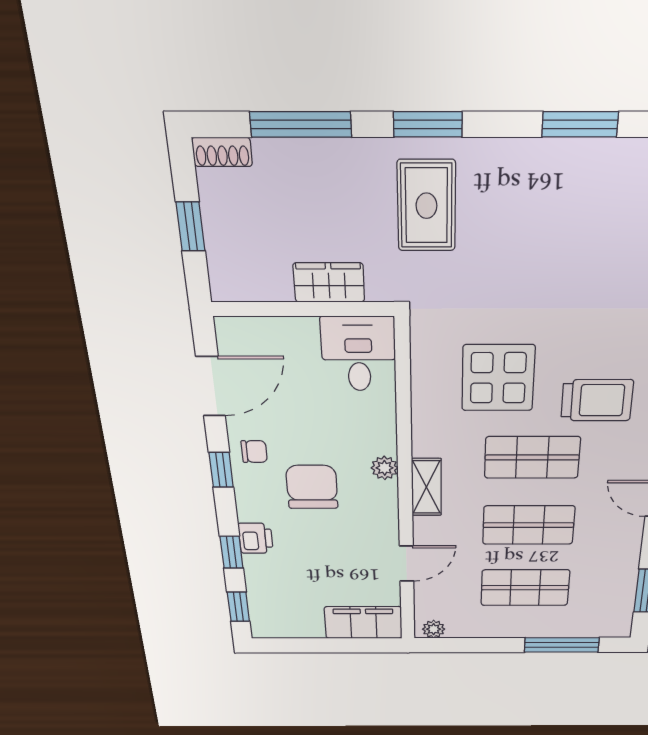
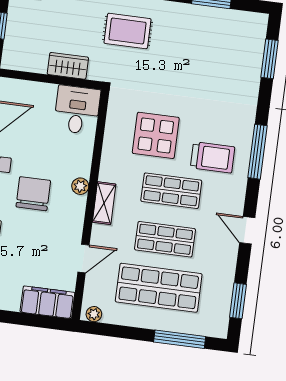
rug: (426, 206) -> (127, 31), turned 90
shop shelf: (525, 588) -> (159, 288), width x1.43, depth x1.36

